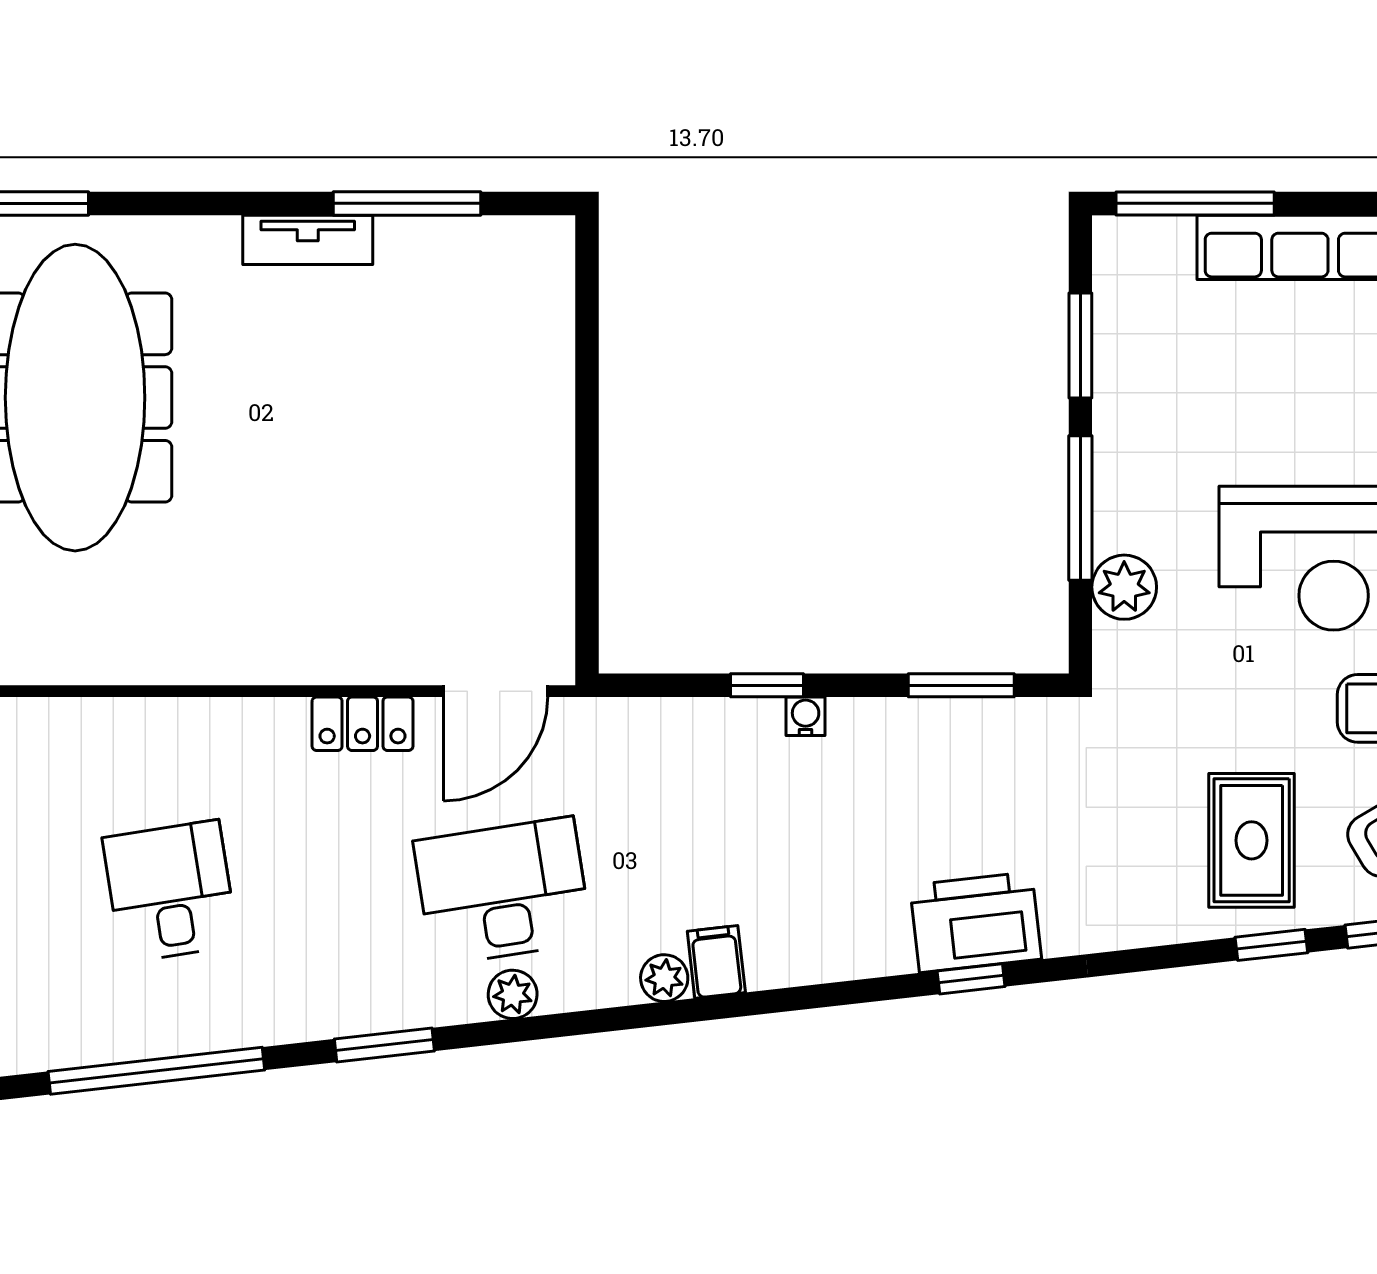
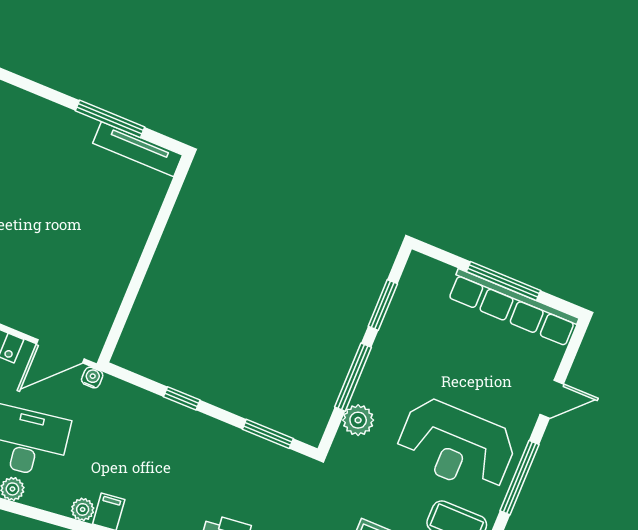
window: (1195, 203) -> (503, 281), moved
tv unit: (308, 240) -> (138, 149), moved, width x1.41
water cooler: (806, 716) -> (92, 378), moved

